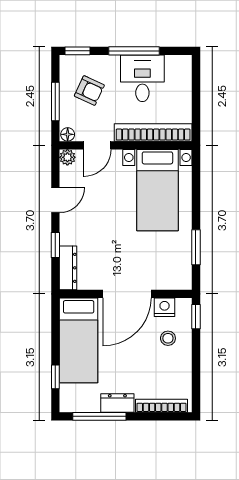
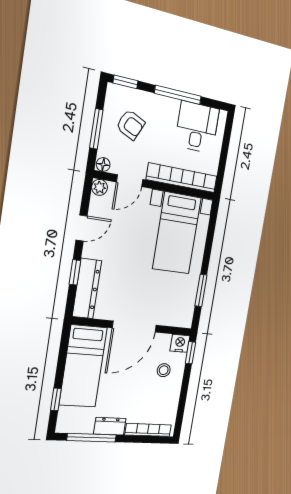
desk: (142, 78) -> (197, 127), moved
dresser: (68, 268) -> (87, 289), width x1.37, depth x1.24
nightstand: (165, 307) -> (180, 343), moved

